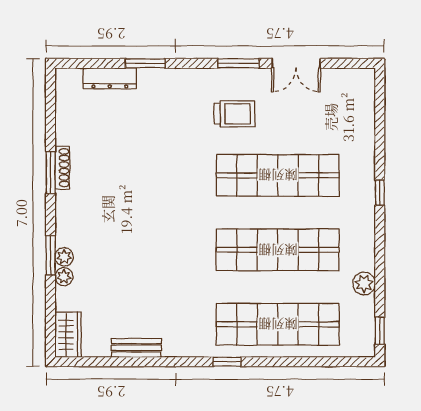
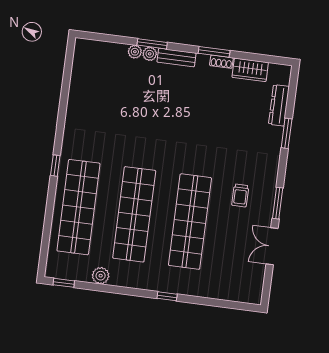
trolley: (235, 114) -> (240, 195), width x0.73, depth x0.72
shoe rack: (62, 168) -> (221, 62), width x0.70
wardrobe: (68, 335) -> (250, 70), moved
bench: (136, 348) -> (177, 58), moved, turned 90

